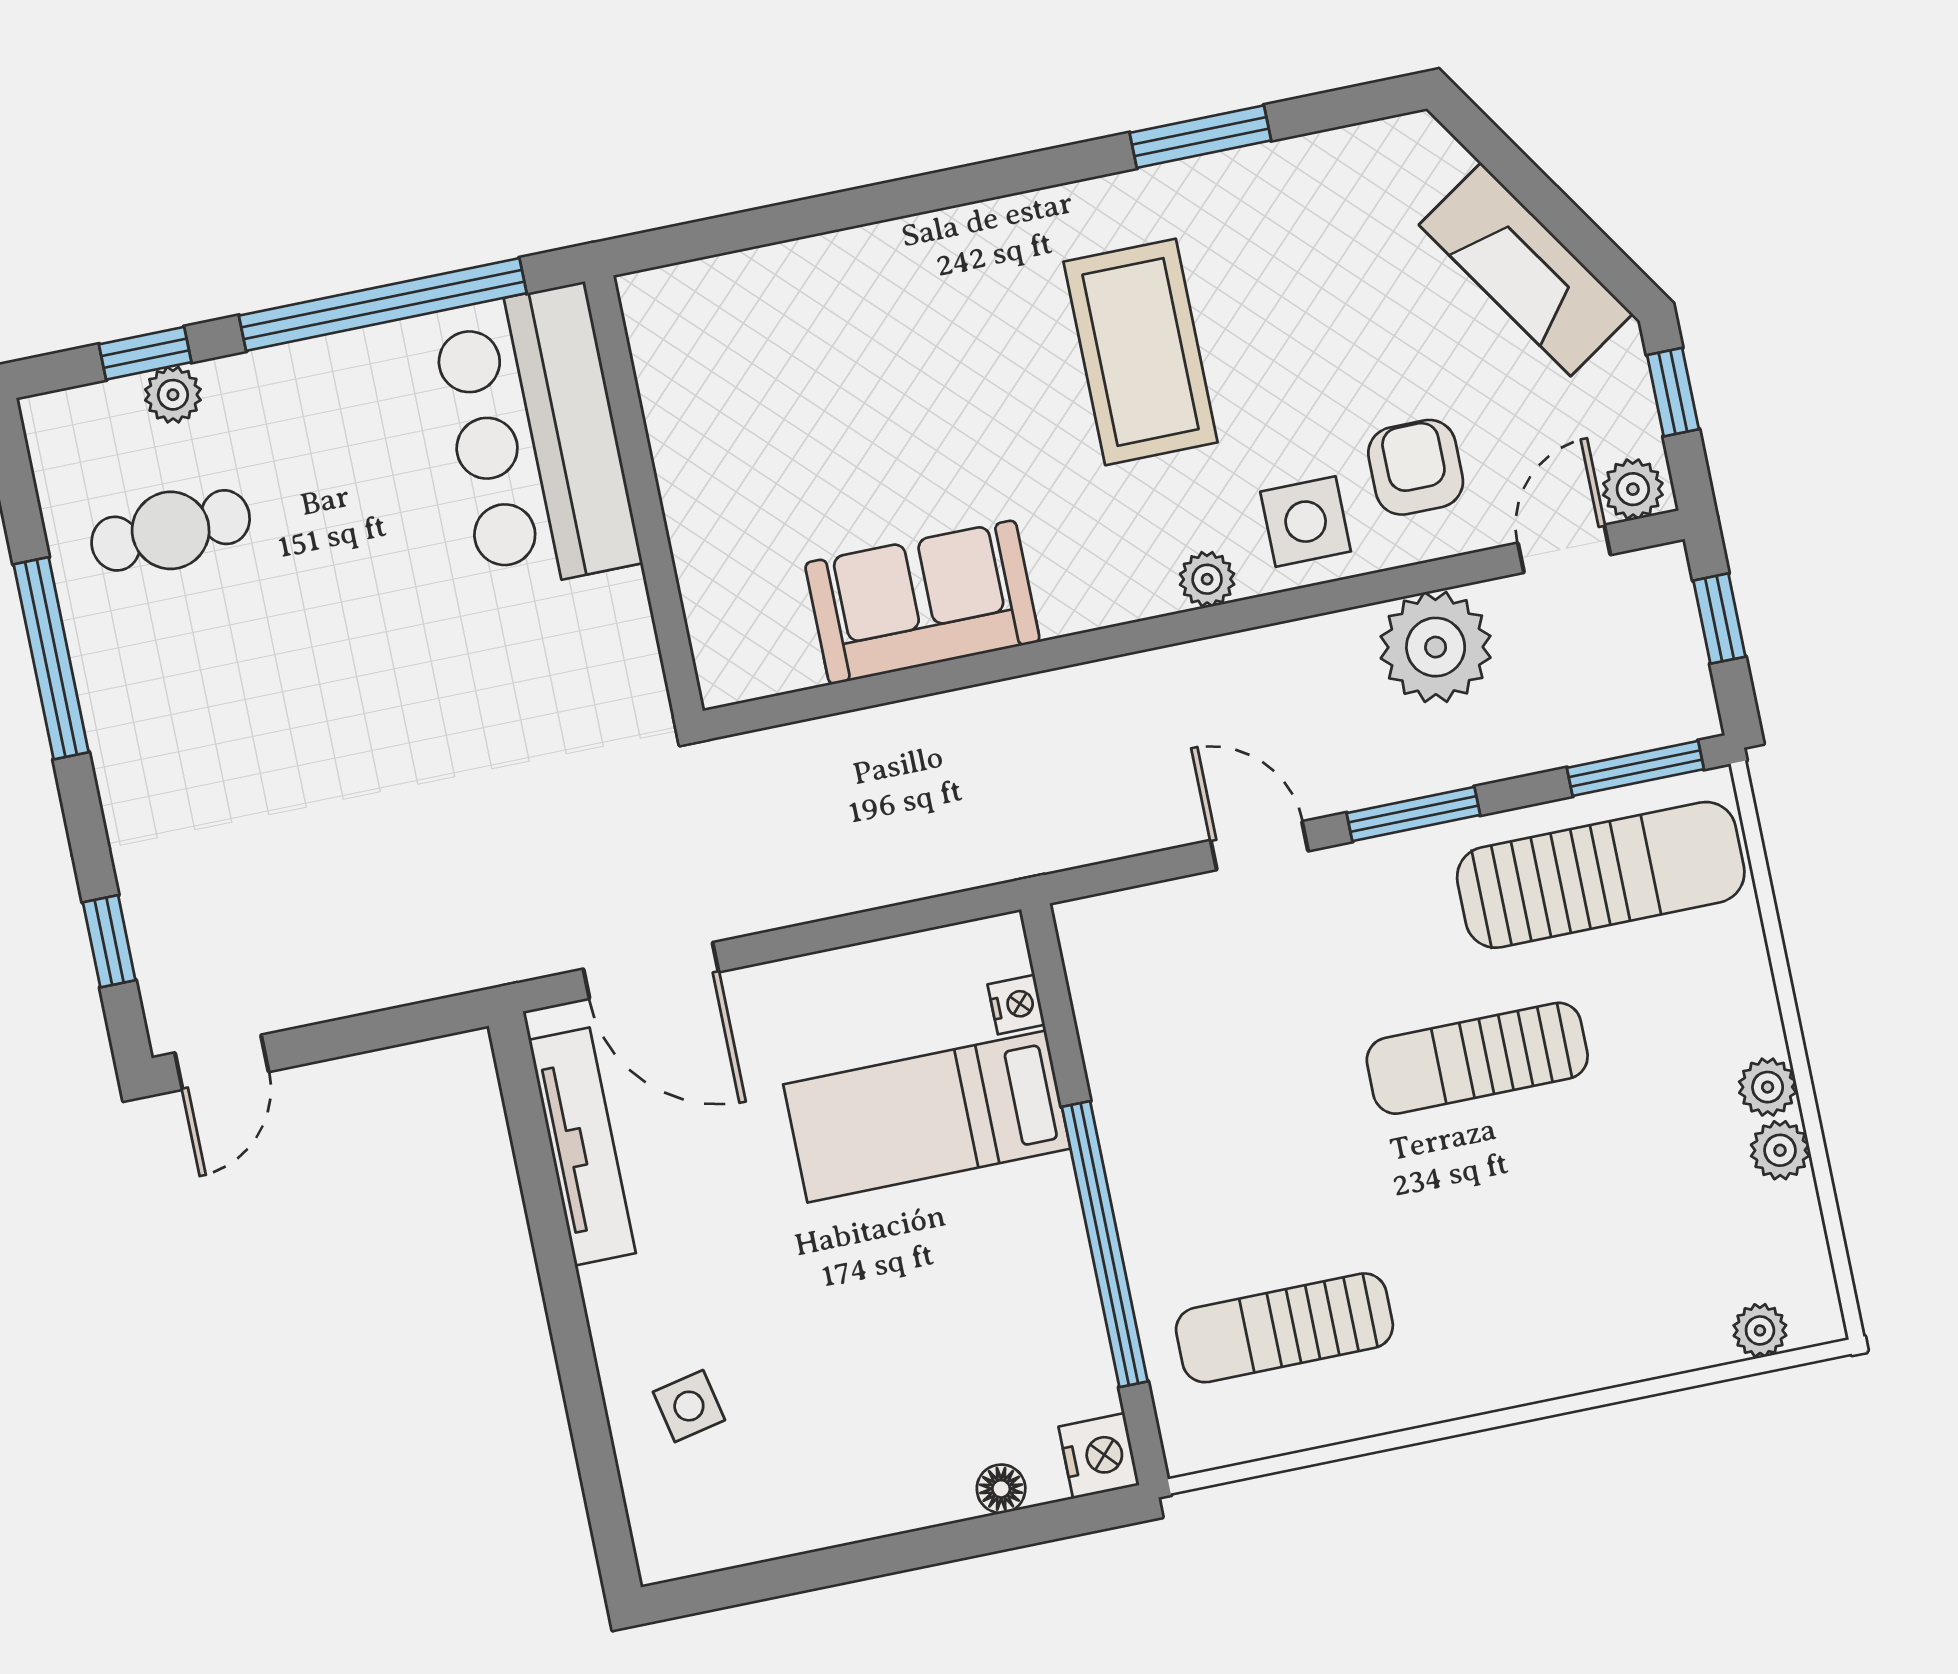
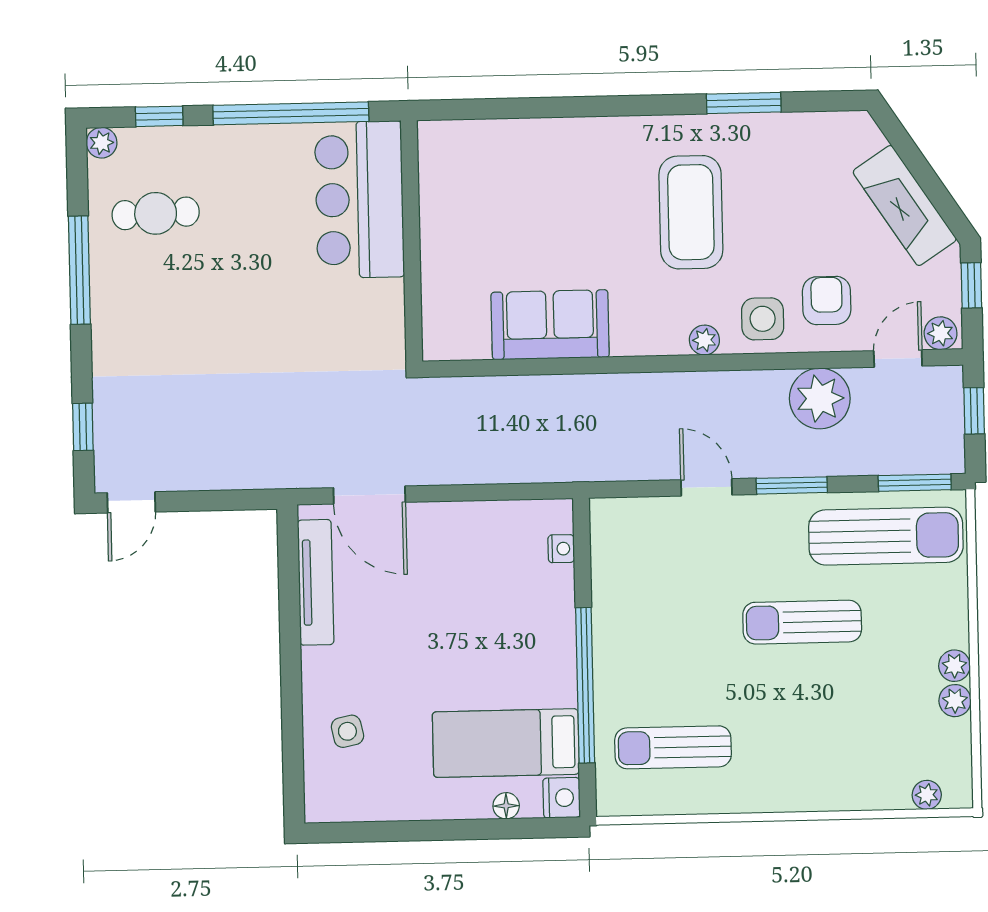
plant: (173, 395) -> (102, 143), moved
bed: (927, 1117) -> (506, 743), moved

